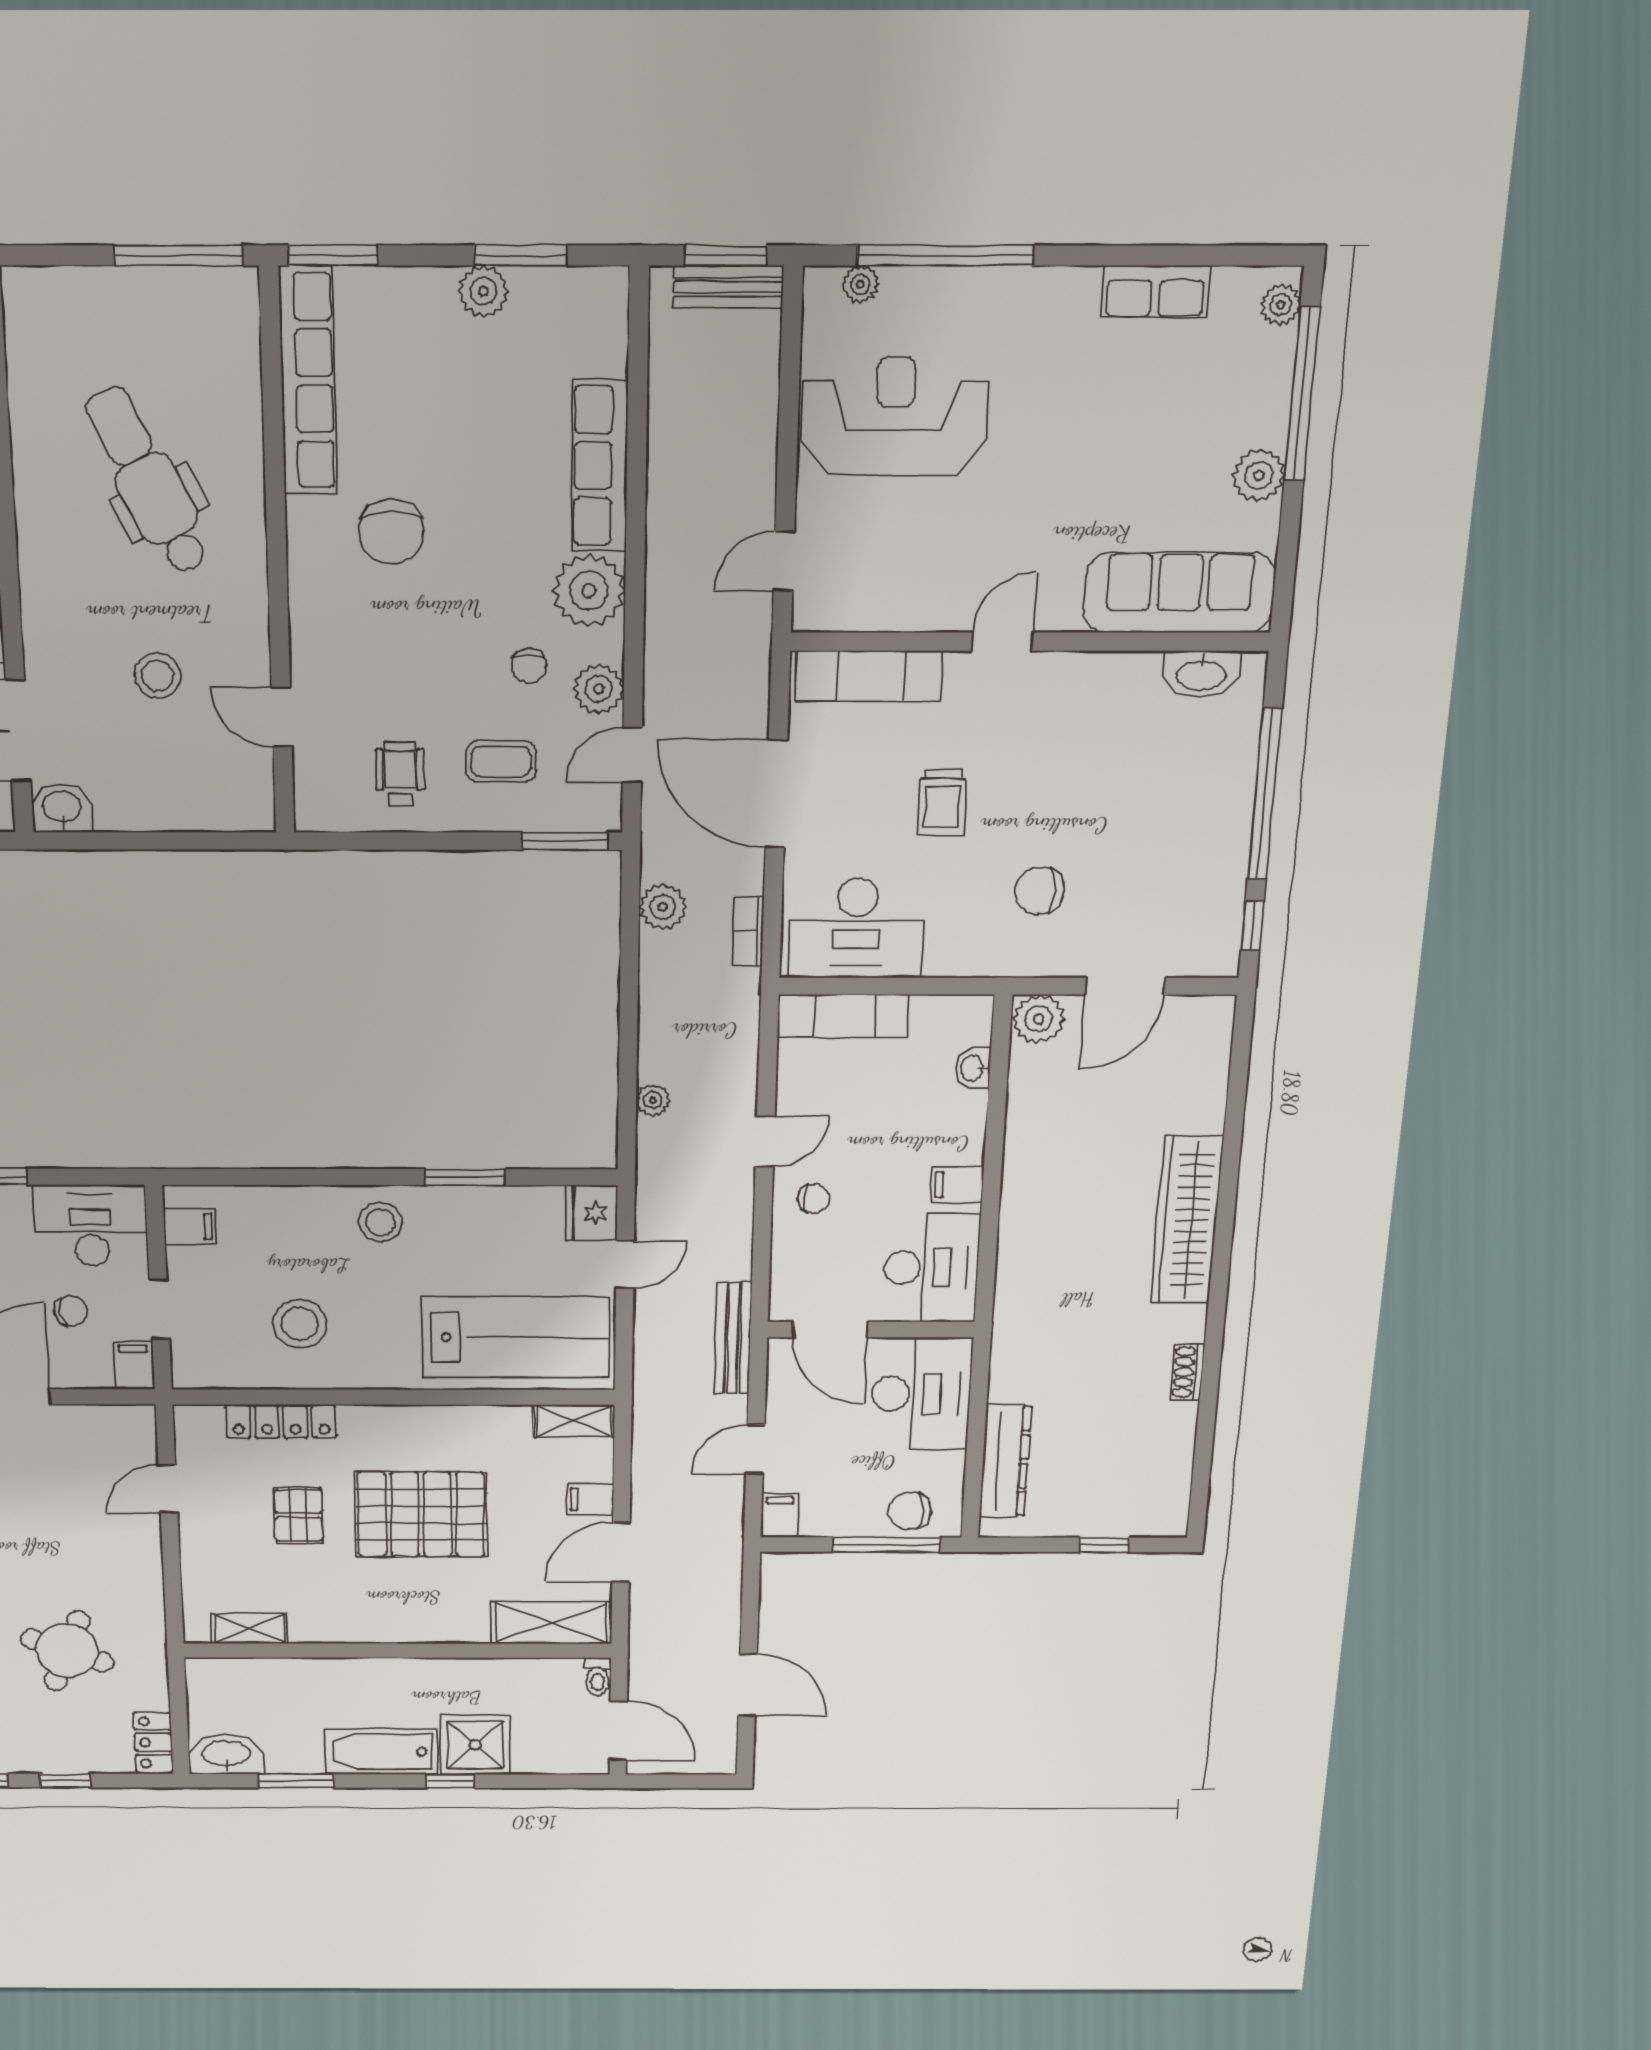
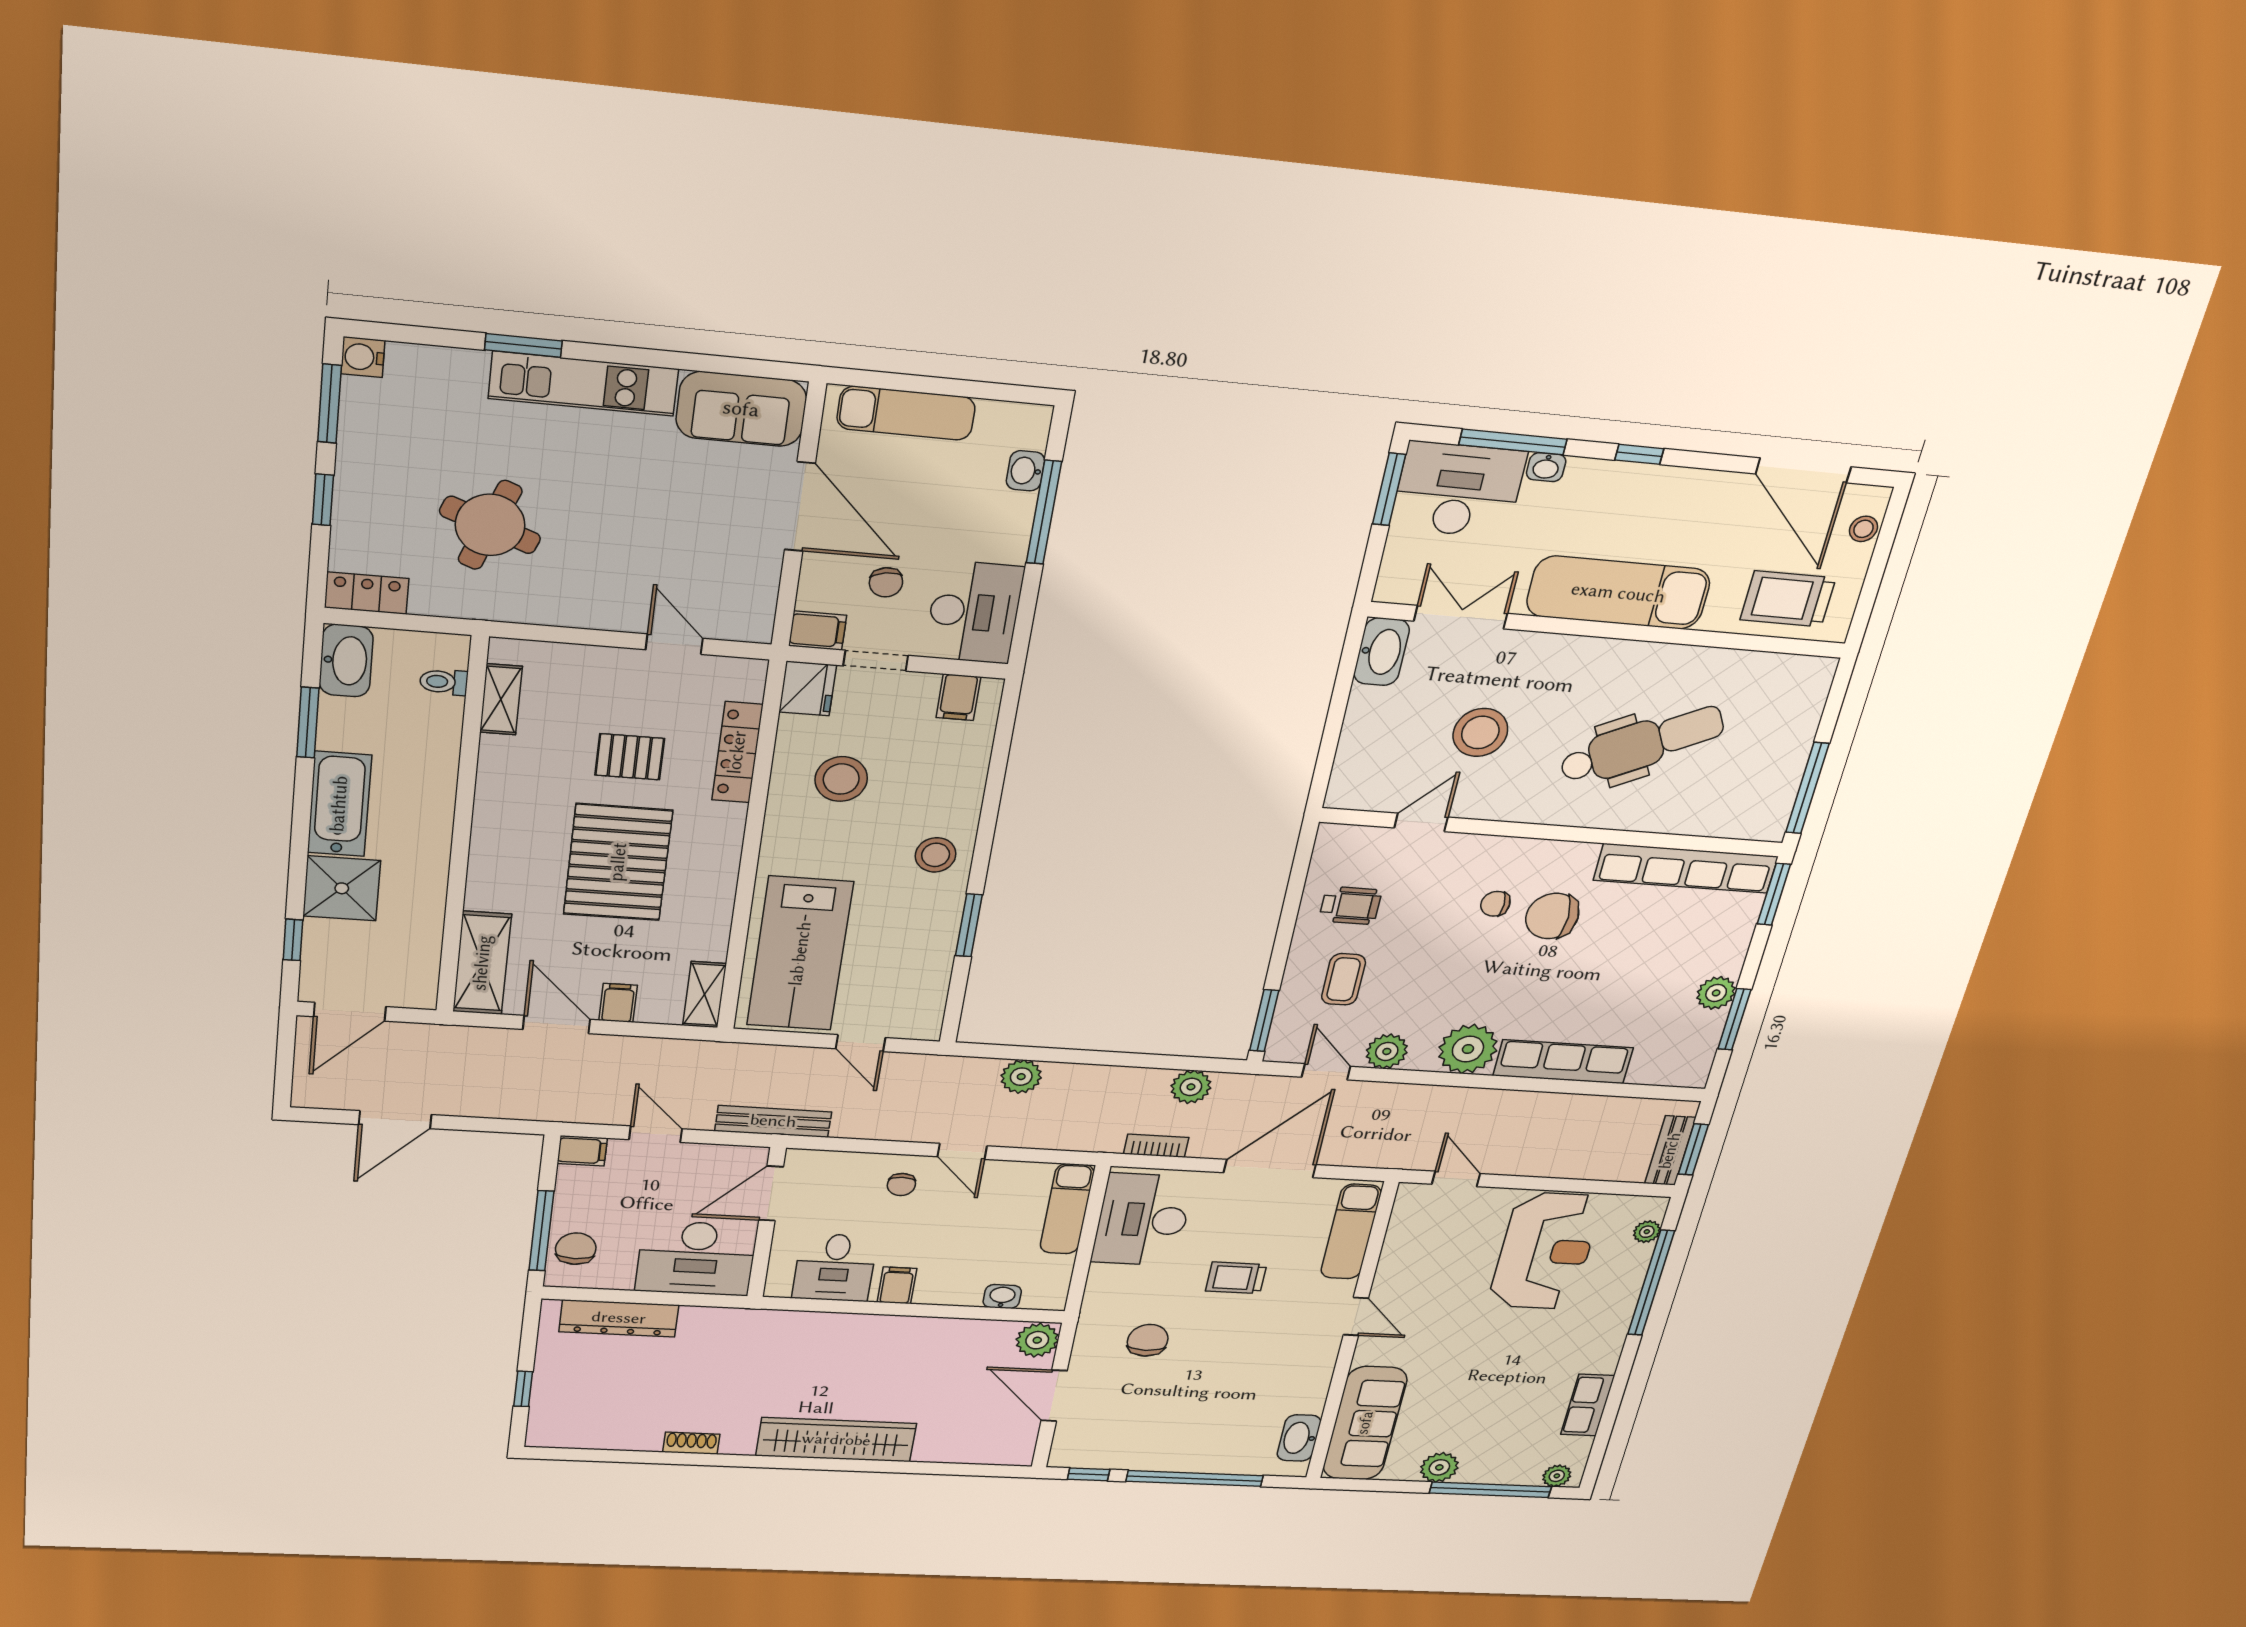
chair: (529, 666) -> (1495, 904), moved
stool: (157, 676) -> (1480, 732), width x1.38, depth x1.38
washbasin: (62, 808) -> (1382, 652), width x1.38
plant: (653, 1100) -> (1021, 1077), width x1.38, depth x1.38
fridge: (591, 1213) -> (808, 689), moved, turned 90
desk: (931, 1268) -> (835, 1267), width x0.73
toilet: (598, 1677) -> (444, 682), moved
window: (450, 1781) -> (293, 940), moved

